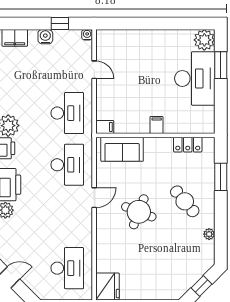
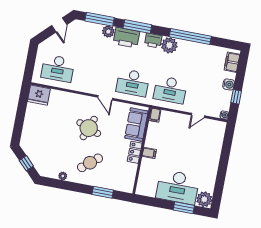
locker: (188, 145) -> (135, 152), moved

